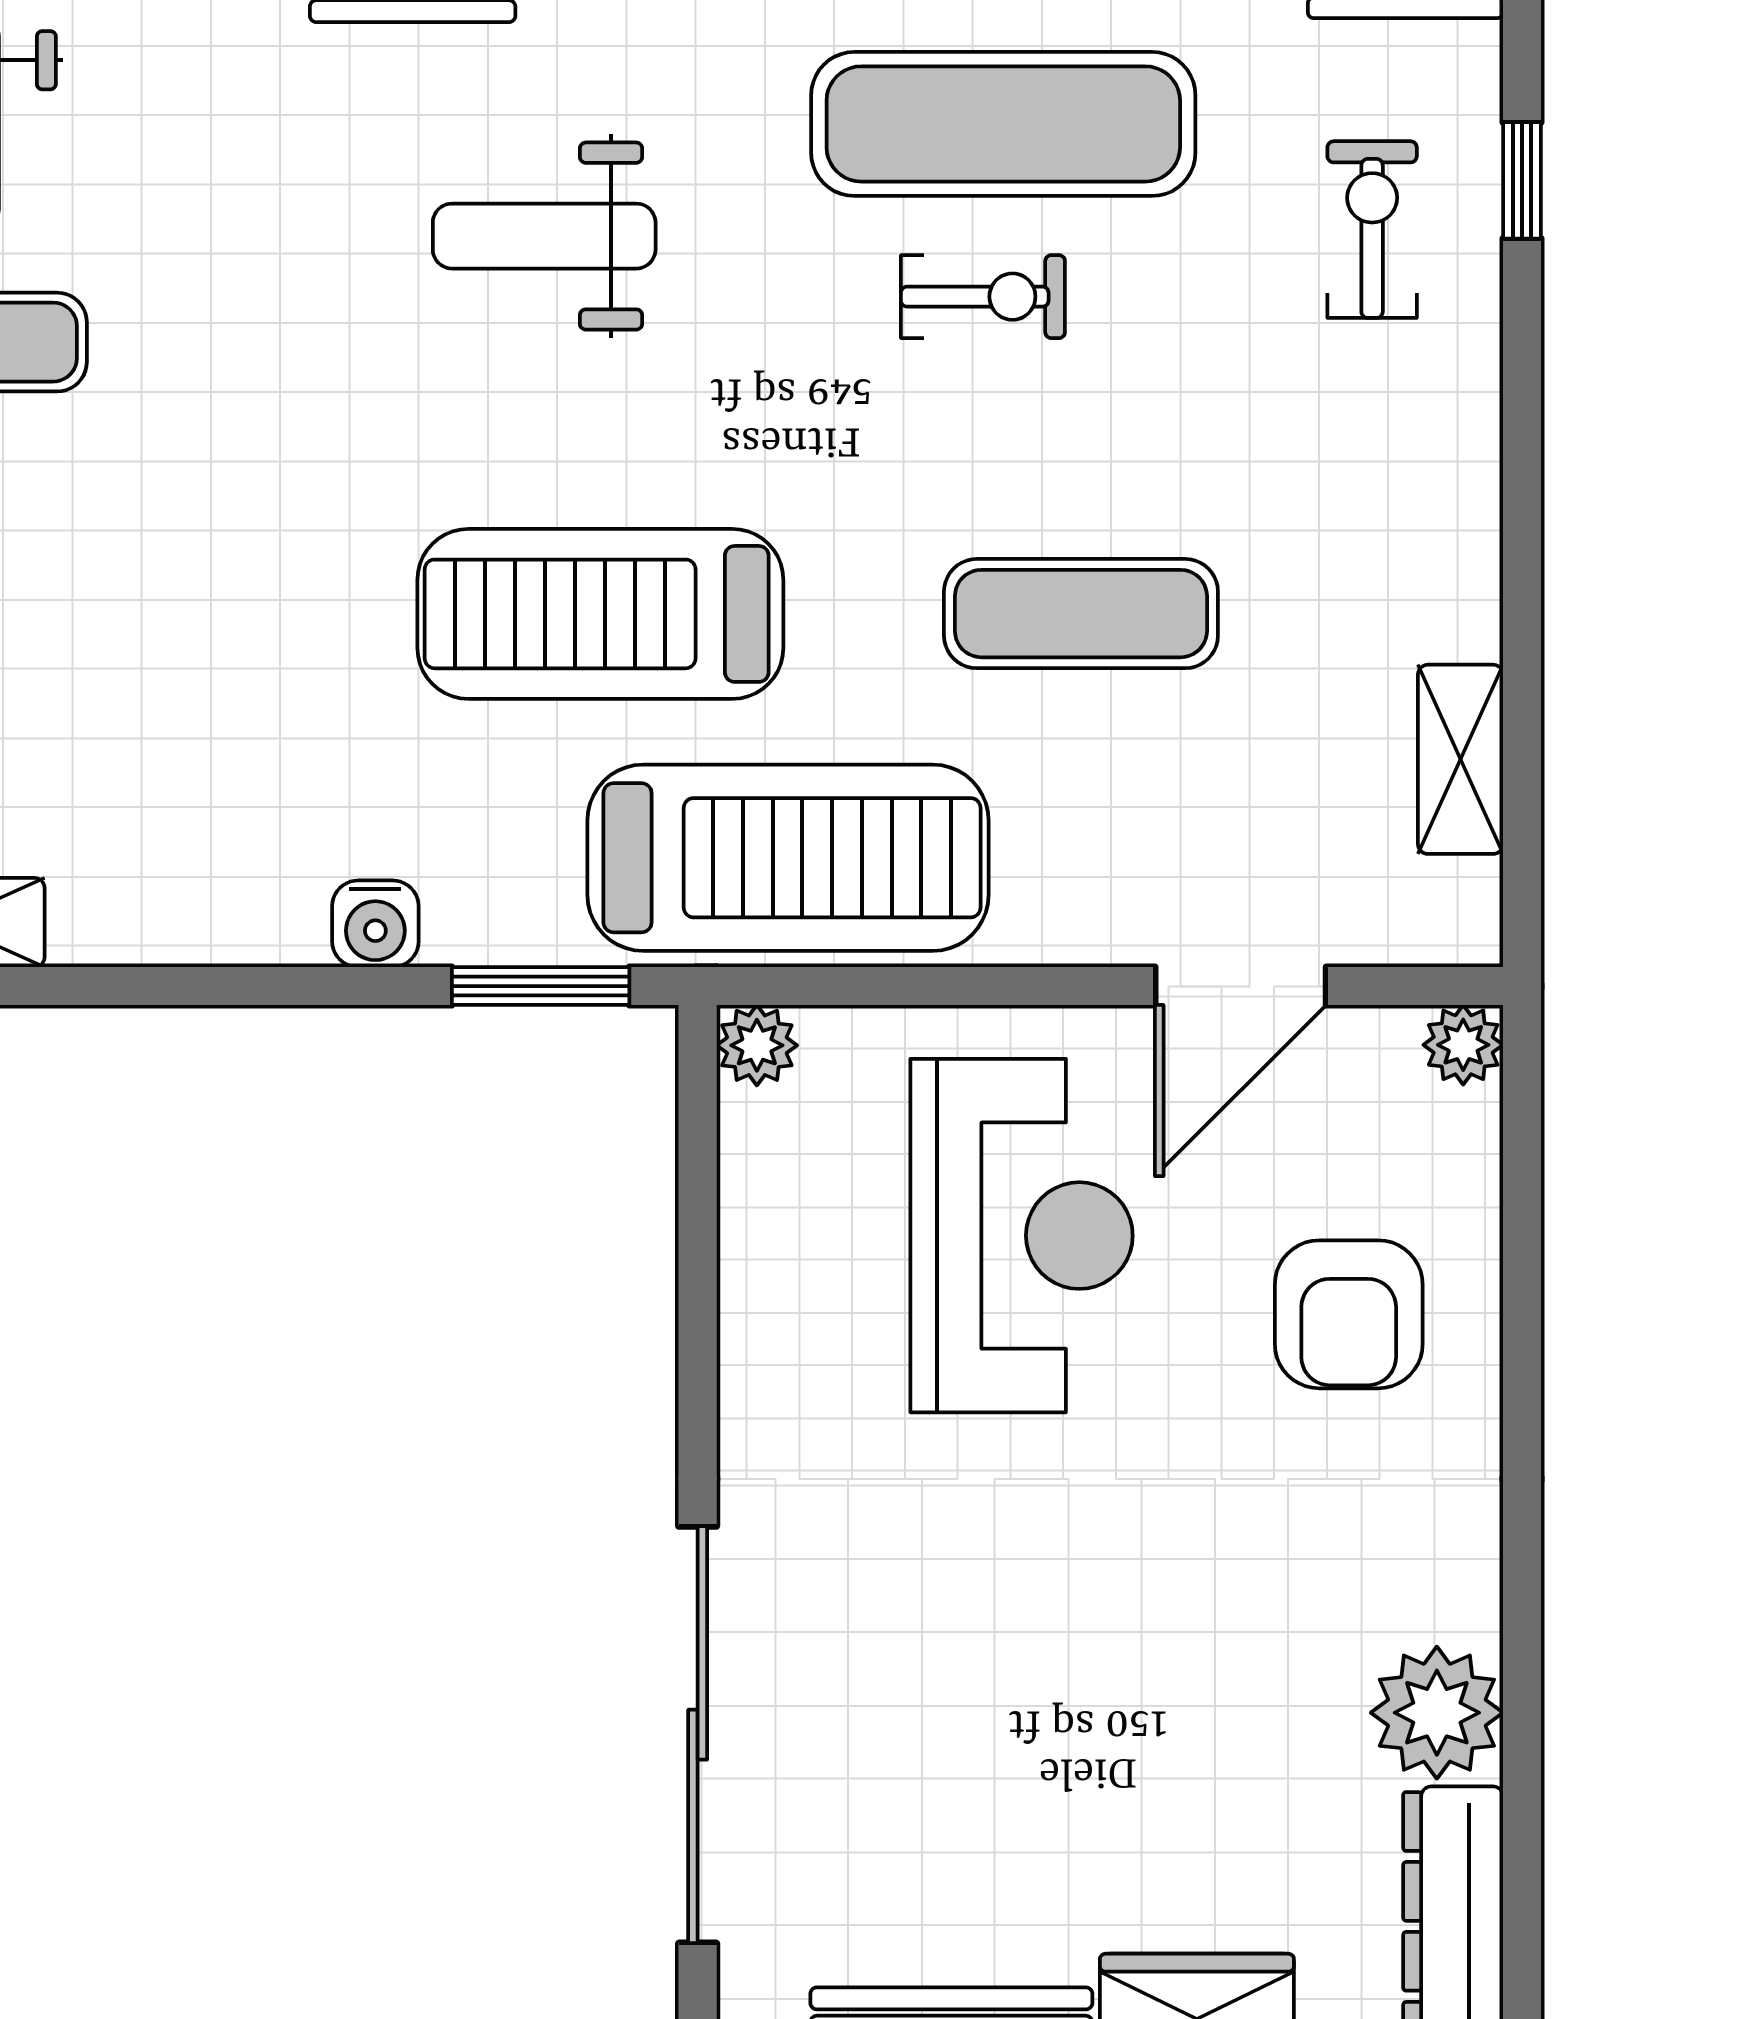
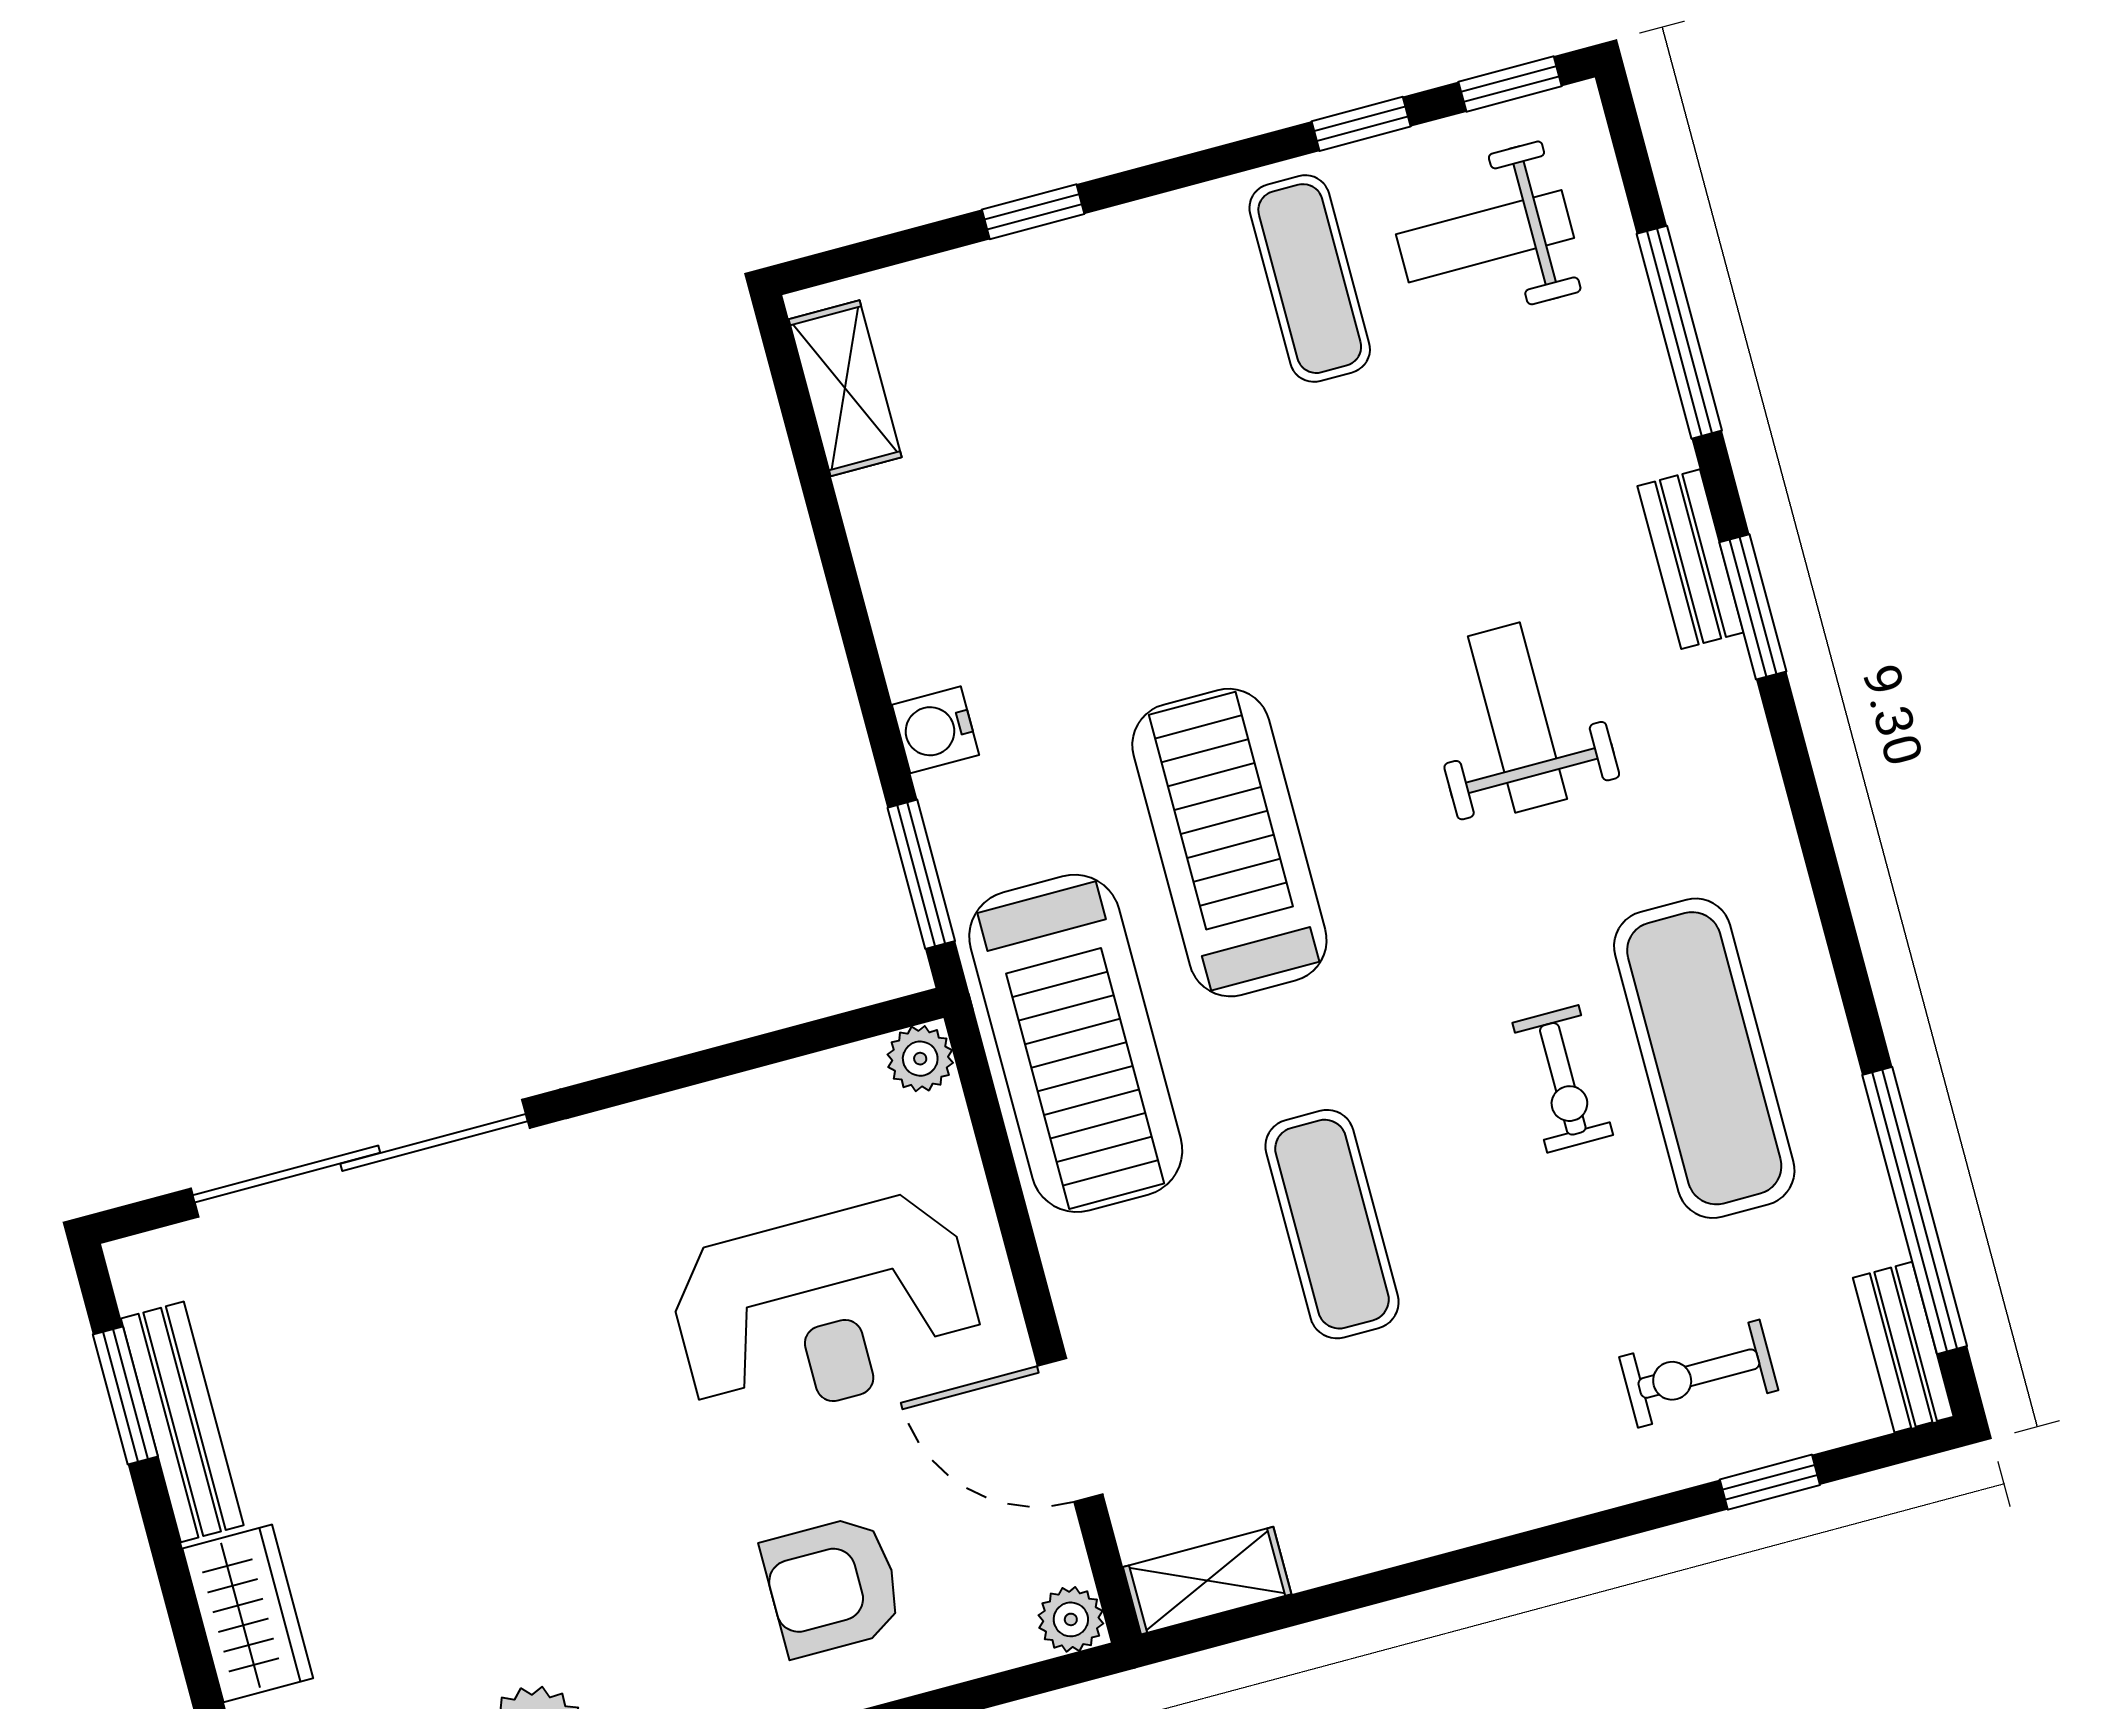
exercise bike: (1372, 230) -> (1699, 1374), turned 180
shelving: (1460, 759) -> (1207, 1581), moved

